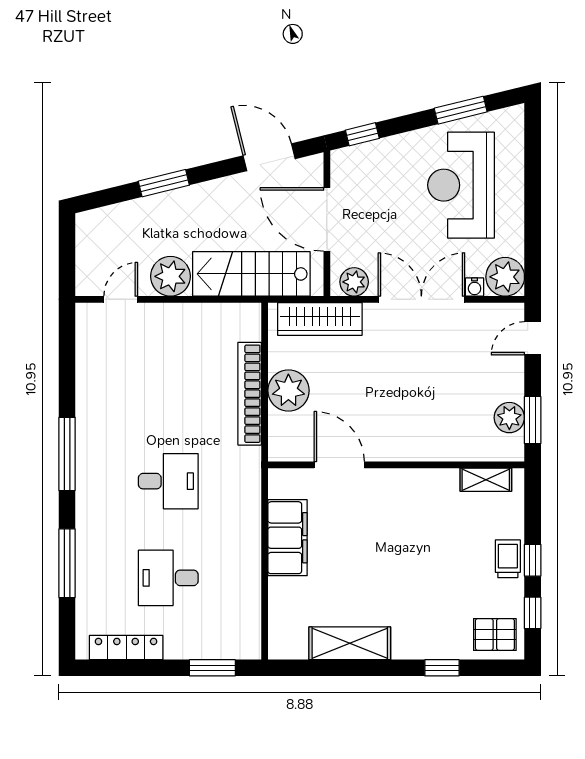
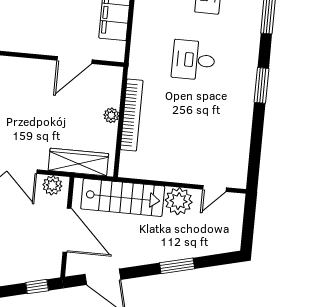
plant: (288, 390) -> (111, 115), width x0.53, depth x0.53
window: (67, 454) -> (261, 85), width x0.69
door: (339, 465) -> (75, 60), hinge flipped

